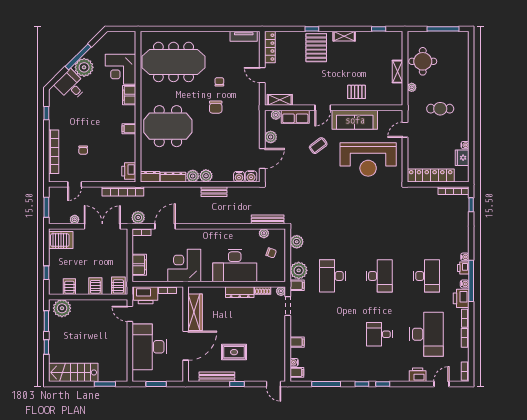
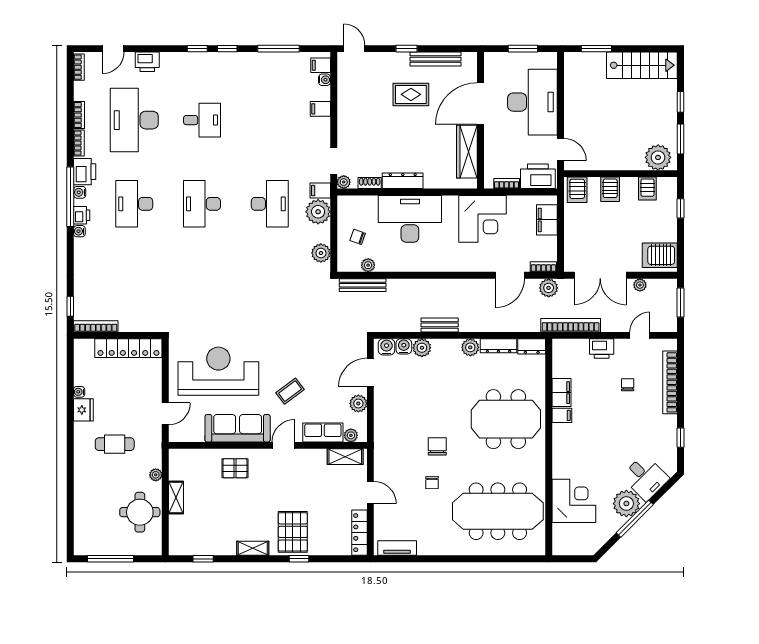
filing cabinet: (129, 95) -> (562, 393), moved
fridge: (462, 158) -> (83, 410), moved
printer: (129, 171) -> (602, 349), moved, turned 90
plant: (206, 176) -> (422, 348), moved

